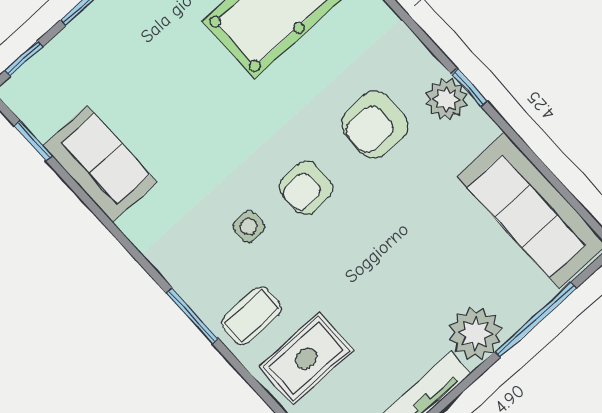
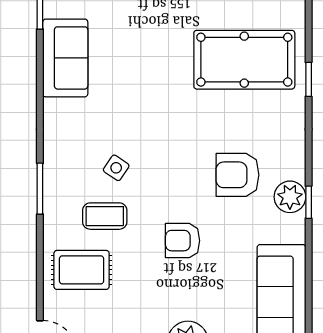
armchair: (306, 188) -> (183, 241), moved
side table: (249, 227) -> (116, 168), turned 34
coffee table: (252, 316) -> (105, 216), moved

